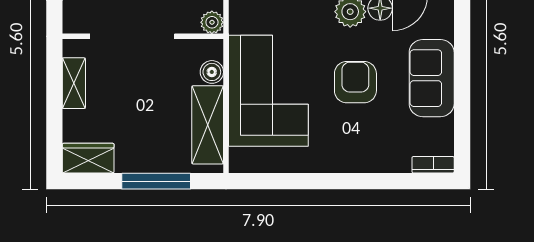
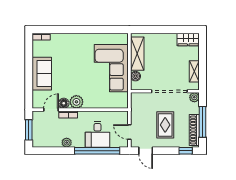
plant: (212, 22) -> (194, 97), moved
armchair: (355, 82) -> (74, 72), removed
window: (156, 181) -> (159, 30), removed

